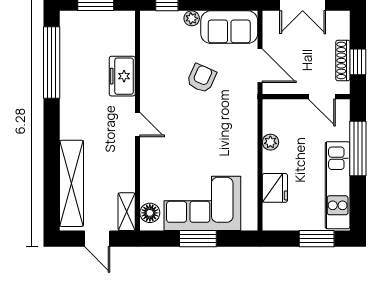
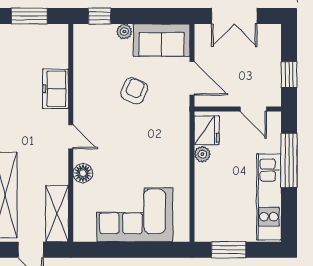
shoe rack: (343, 60) -> (274, 73), removed
fridge: (275, 188) -> (207, 130), moved
shelving: (127, 212) -> (57, 214), width x1.50, depth x1.33
floor lamp: (150, 213) -> (83, 173), moved
window: (198, 239) -> (130, 250), removed
window: (317, 239) -> (229, 250), moved

